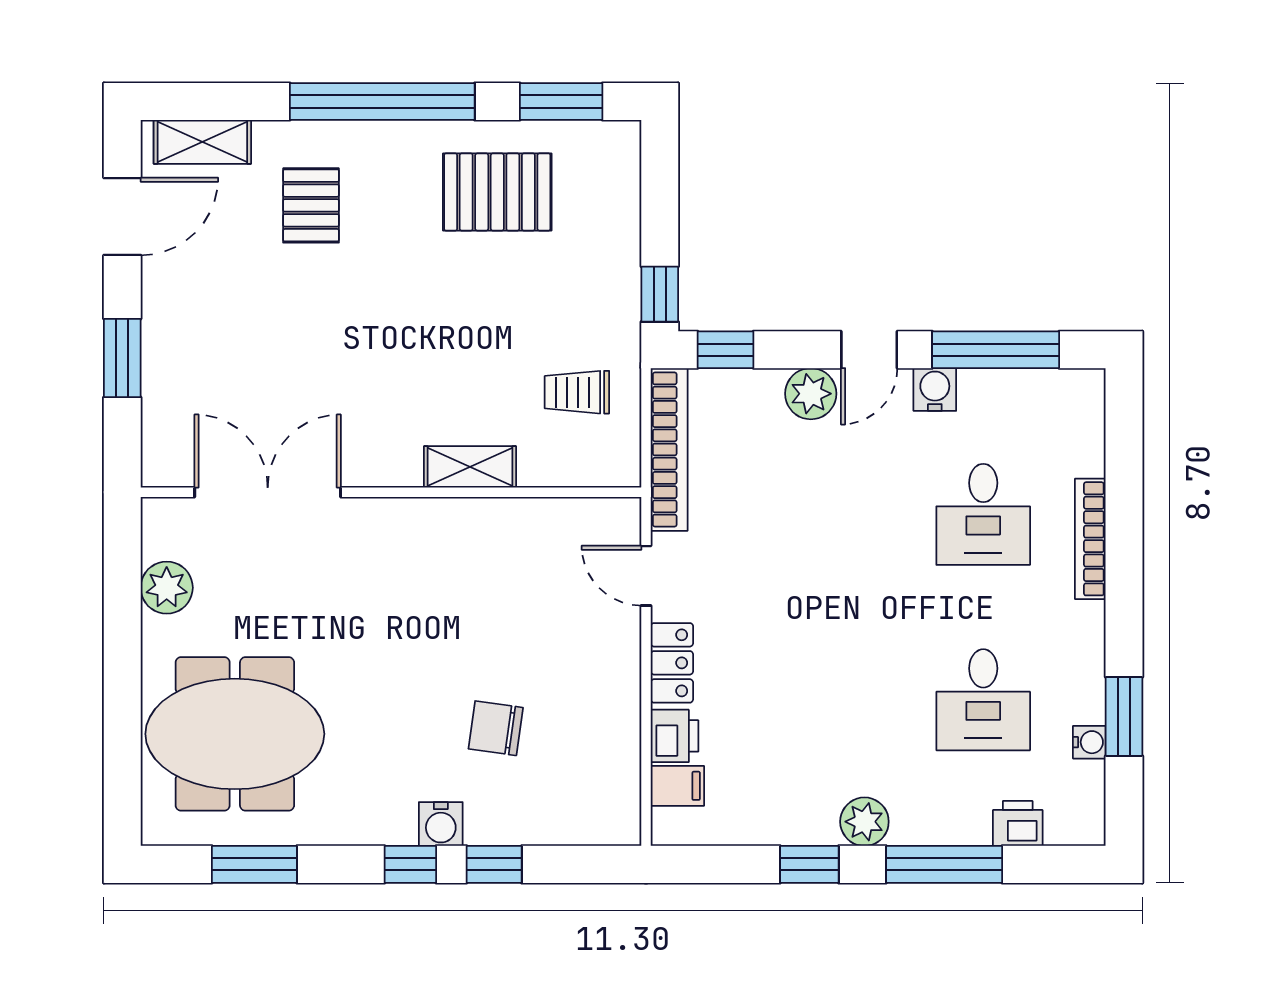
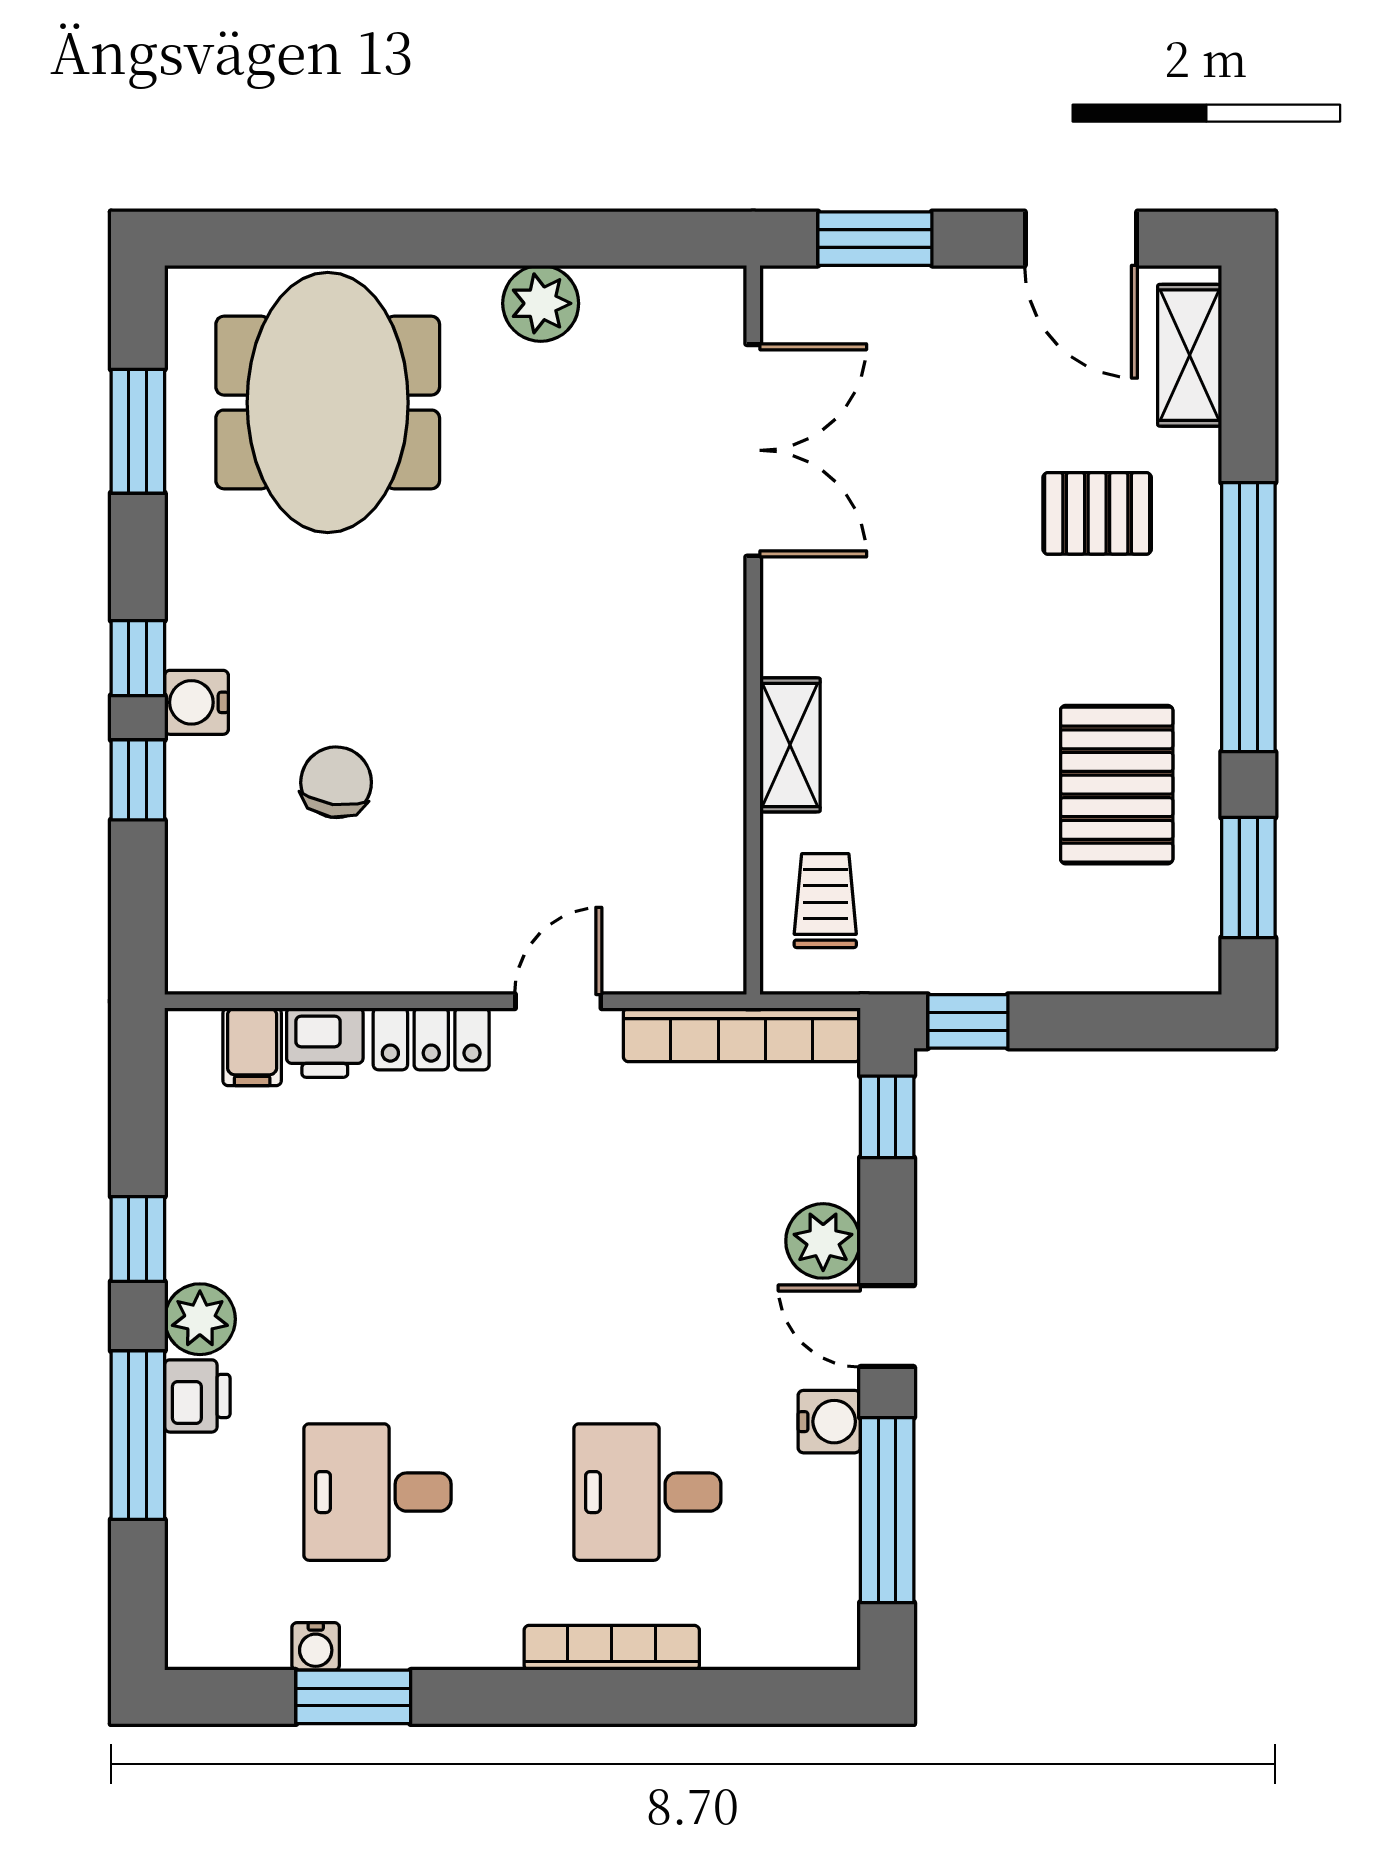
shelving: (470, 467) -> (790, 745), moved
double door: (268, 492) -> (753, 450), moved
wall: (391, 492) -> (753, 630), moved
printer: (1018, 823) -> (197, 1396), moved

